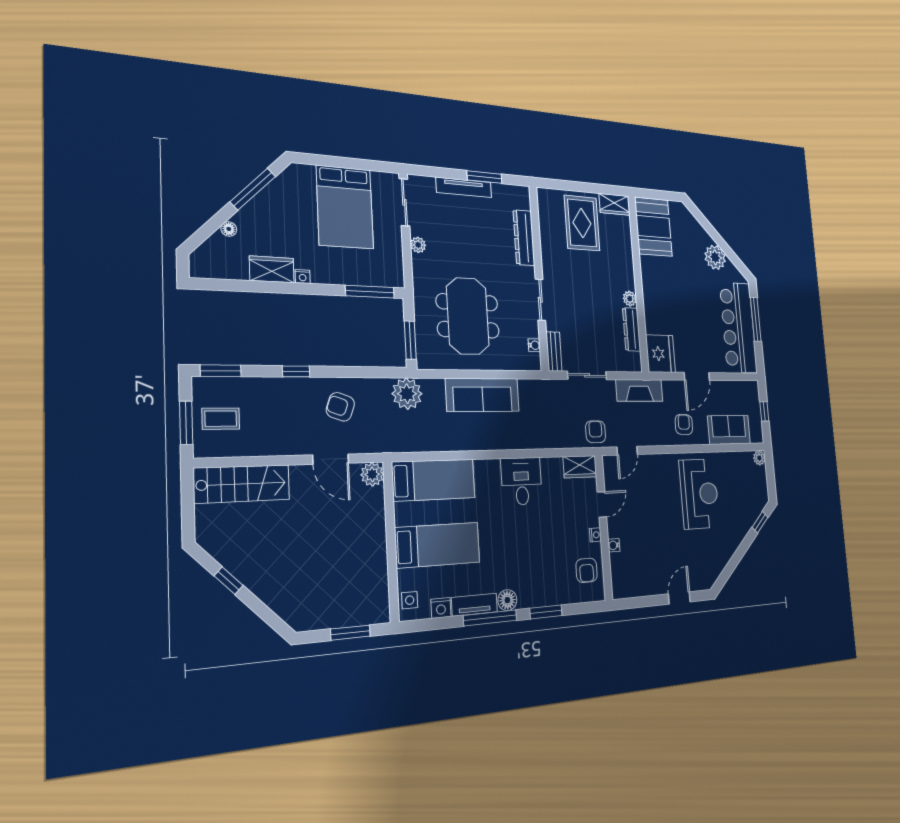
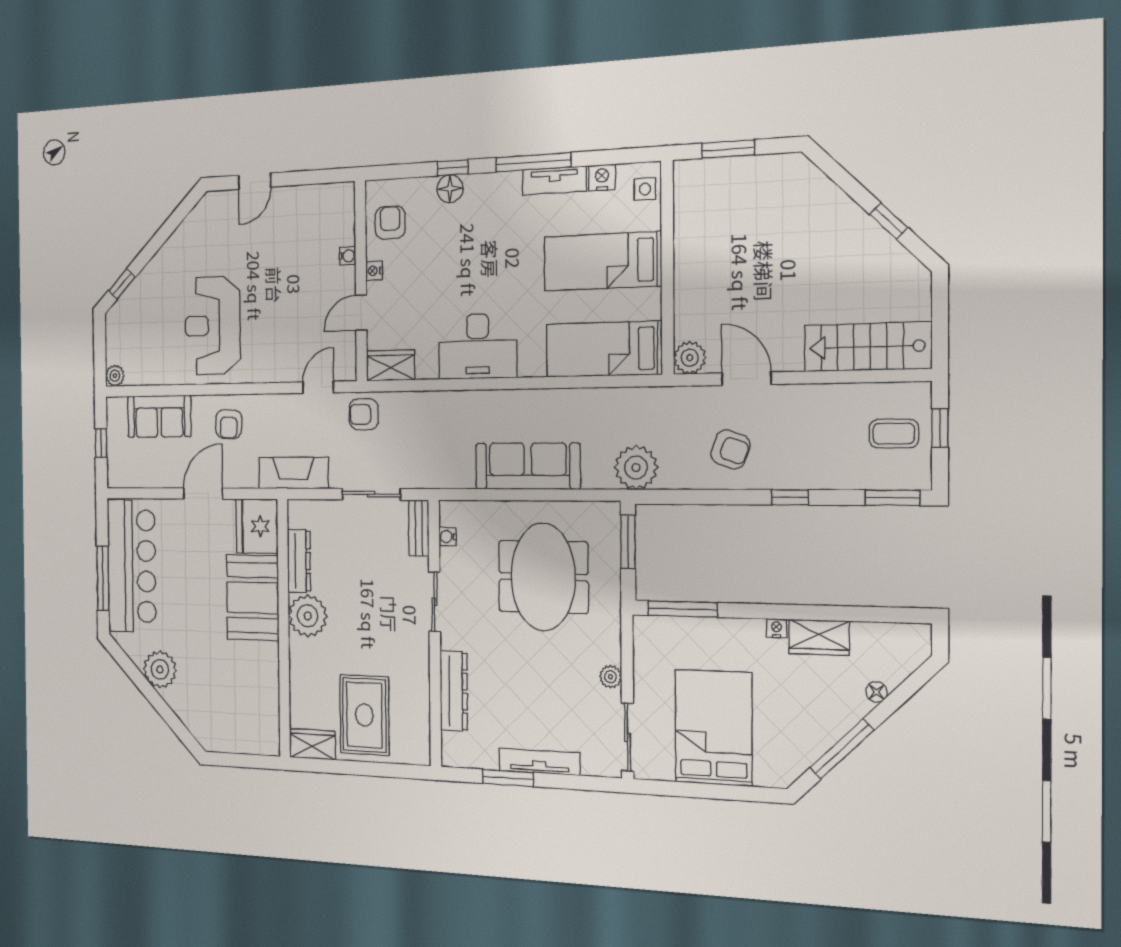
booth: (653, 227) -> (253, 598), moved
plant: (630, 299) -> (308, 616), width x1.88, depth x1.88
window: (186, 423) -> (940, 428), width x0.67
armchair: (596, 432) -> (364, 414), turned 90
desk: (522, 481) -> (478, 346), width x1.37
floor lamp: (507, 600) -> (450, 189), moved
window: (546, 612) -> (453, 168), width x0.67

